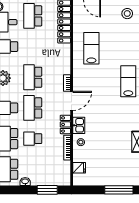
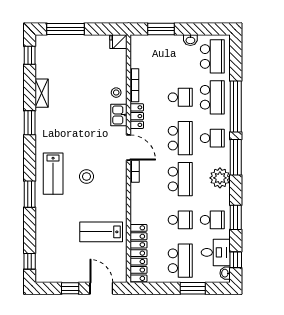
stool: (127, 14) -> (87, 177), moved
school desk: (33, 47) -> (180, 220), added
lab bench: (91, 48) -> (101, 232), moved, turned 90
door: (72, 101) -> (128, 148), swing flipped
fridge: (79, 168) -> (118, 42), moved

